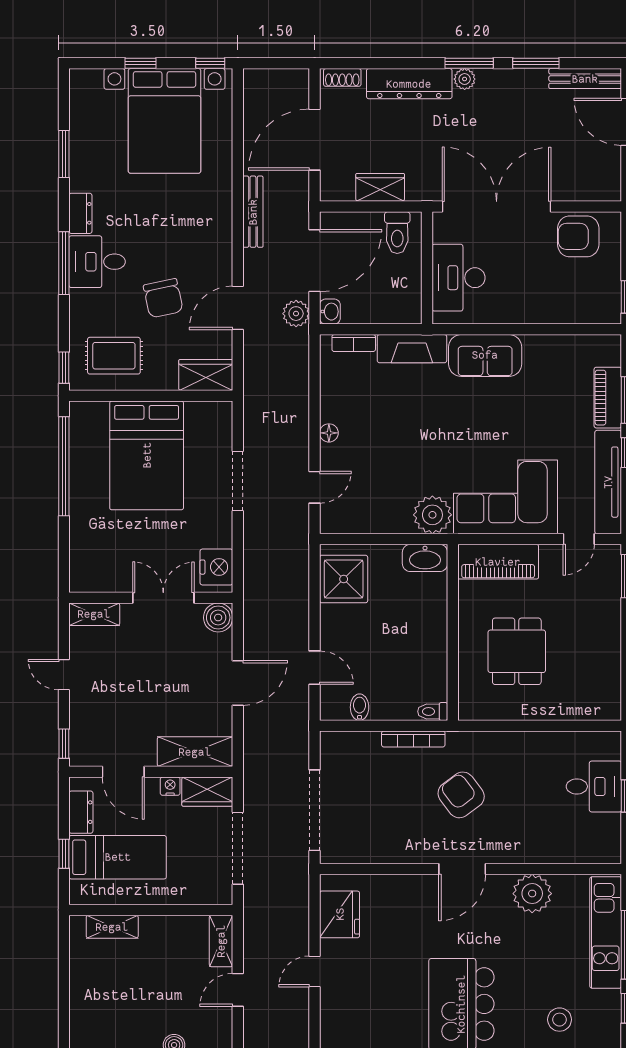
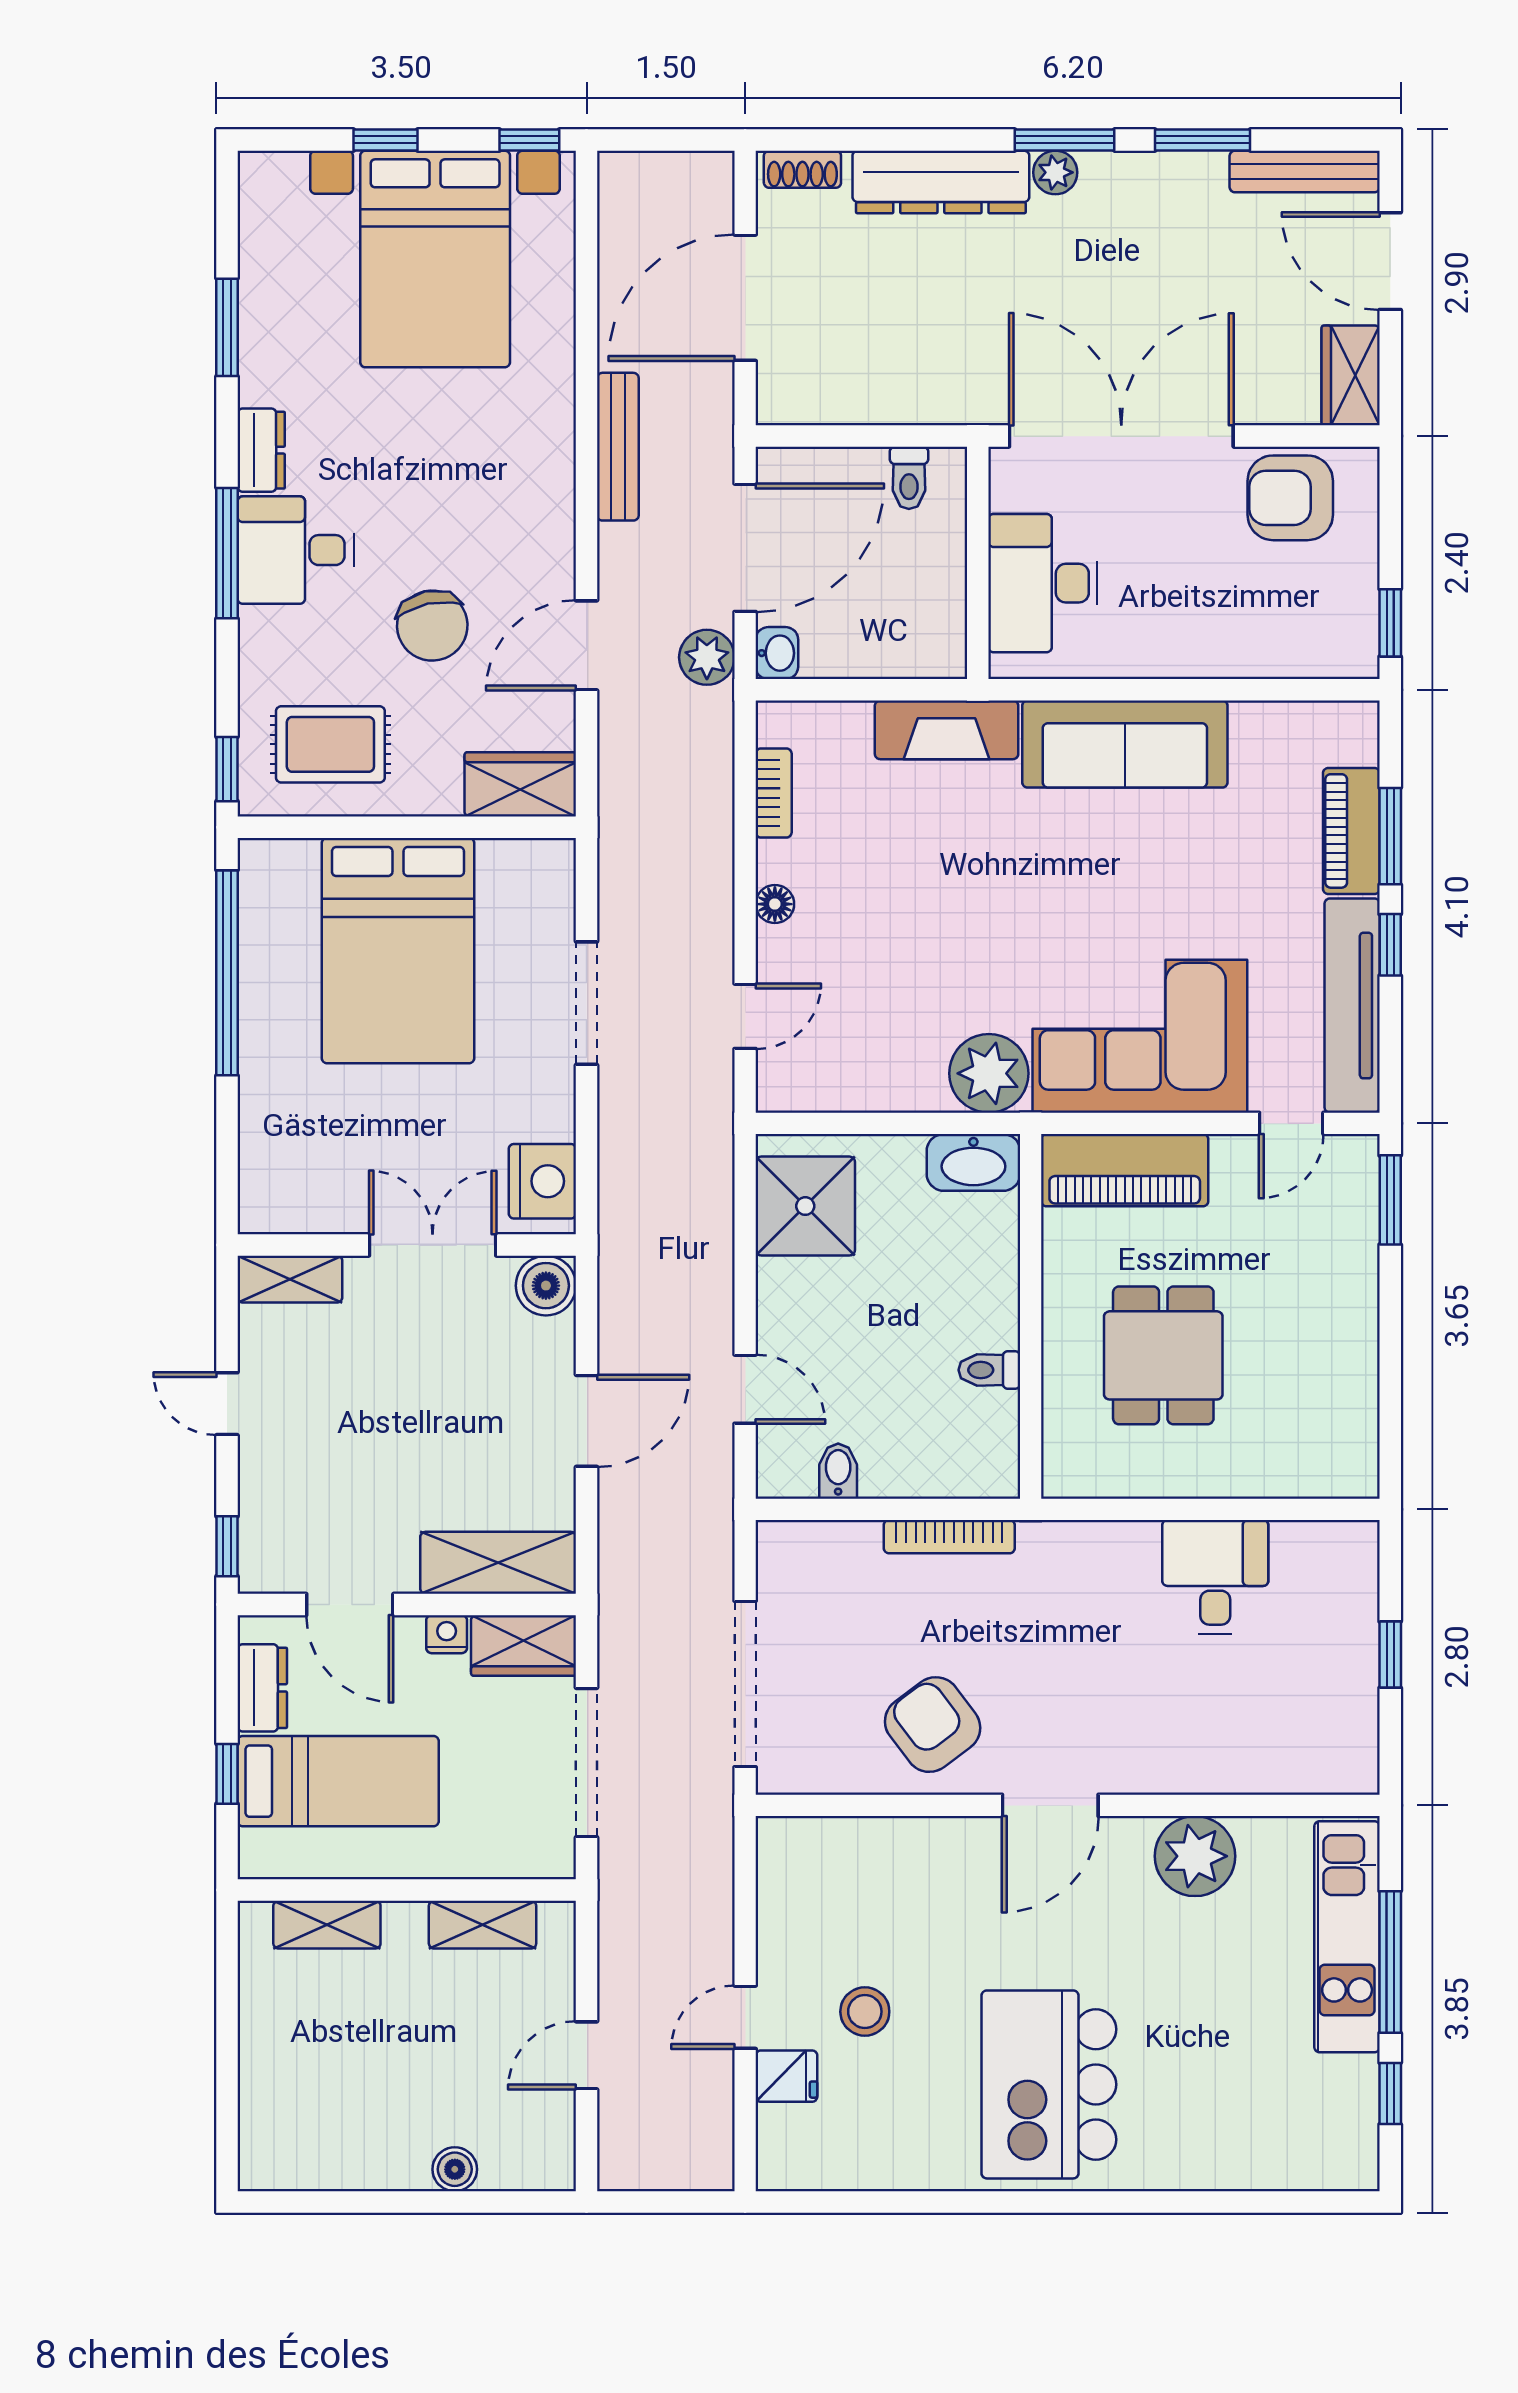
wardrobe: (380, 187) -> (1351, 375), moved, turned -90
toilet: (397, 233) -> (909, 478), width x0.73, depth x0.72
bookcase: (354, 343) -> (774, 793), moved, turned -90
sofa: (485, 355) -> (1125, 744), width x1.36
toilet: (433, 711) -> (989, 1370), moved
desk: (594, 786) -> (1215, 1577), moved, turned -90
armchair: (461, 795) -> (933, 1725), moved
fridge: (340, 914) -> (786, 2076), moved, width x0.53, depth x0.75
shelving: (221, 941) -> (483, 1925), moved, turned 90
stool: (560, 1020) -> (865, 2012), moved

